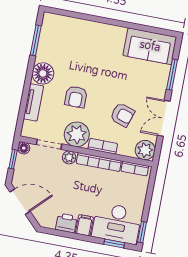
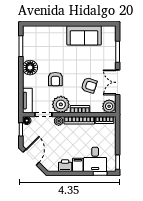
sofa: (150, 46) -> (84, 35), moved
tv unit: (33, 102) -> (27, 101), moved
door: (20, 202) -> (31, 157), hinge flipped
desk: (117, 223) -> (95, 159), width x0.73

